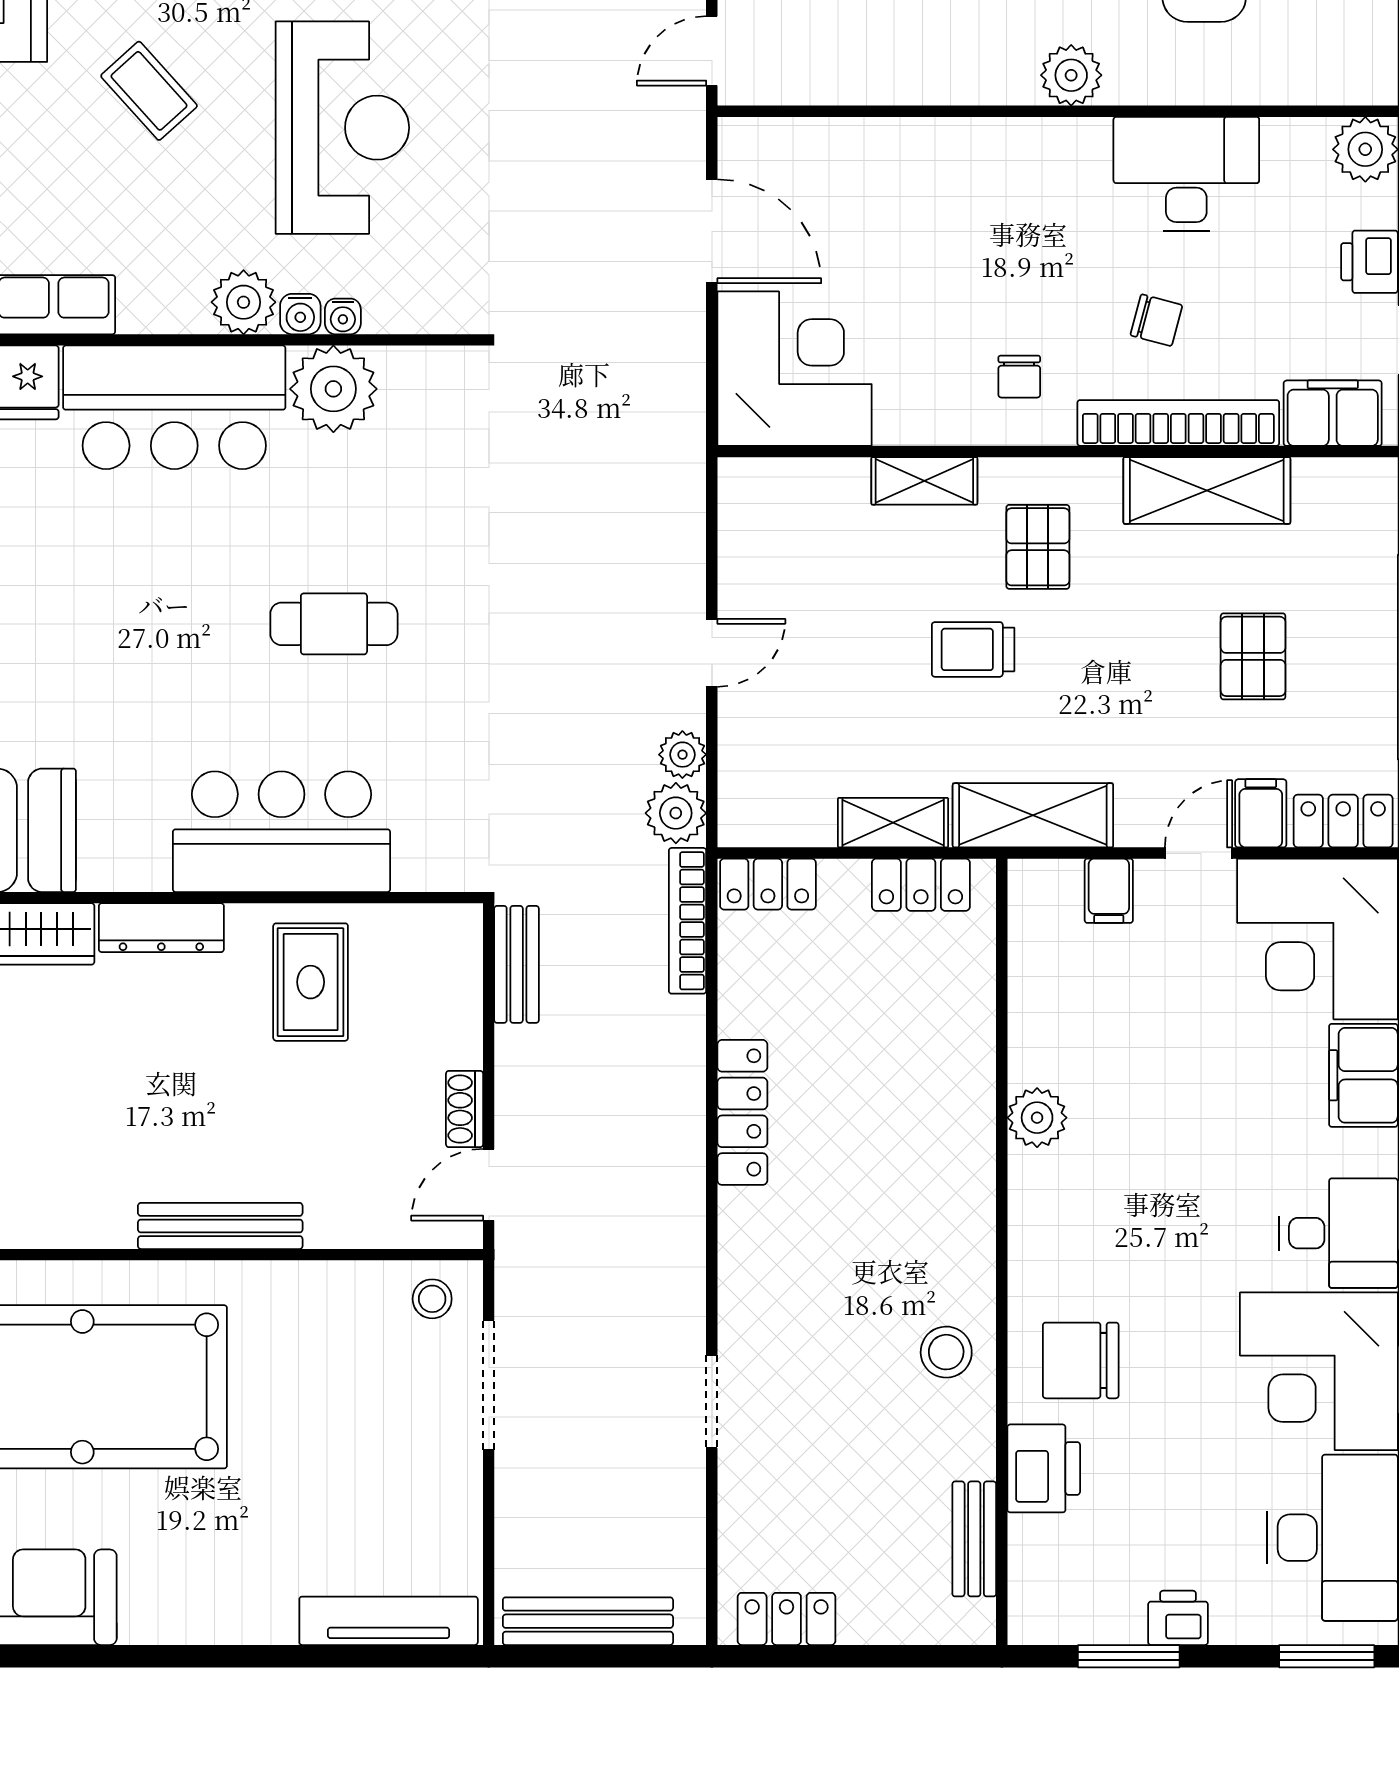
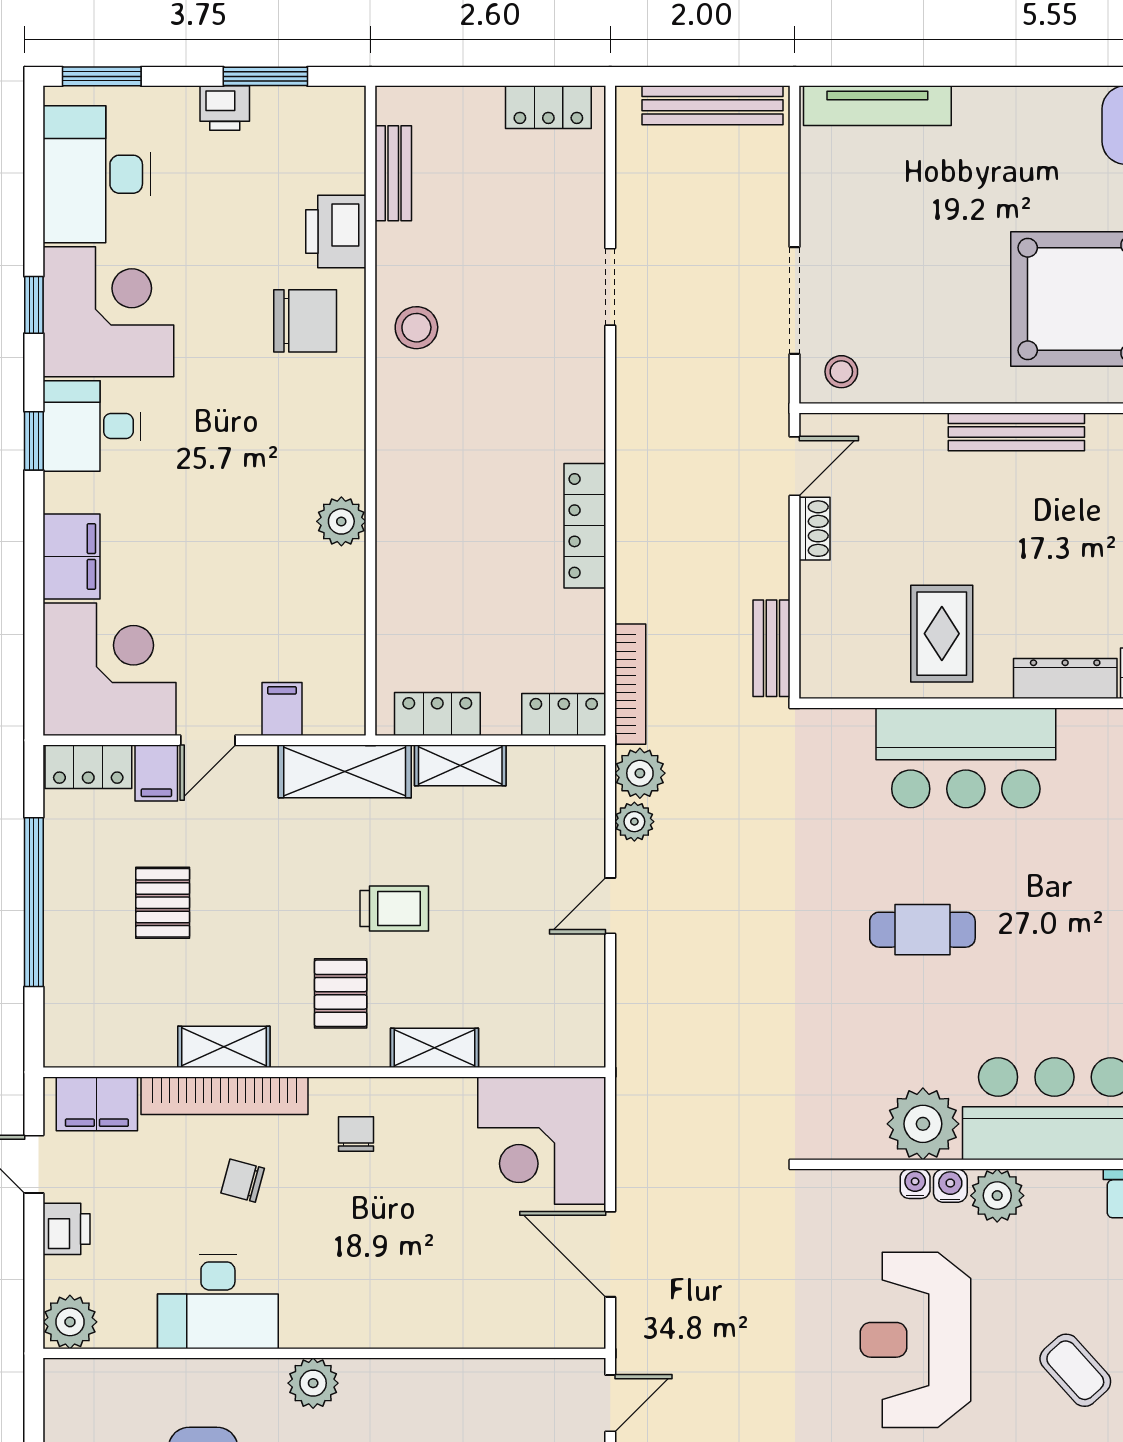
shelving: (1207, 490) -> (224, 1047), width x0.67, depth x0.75

